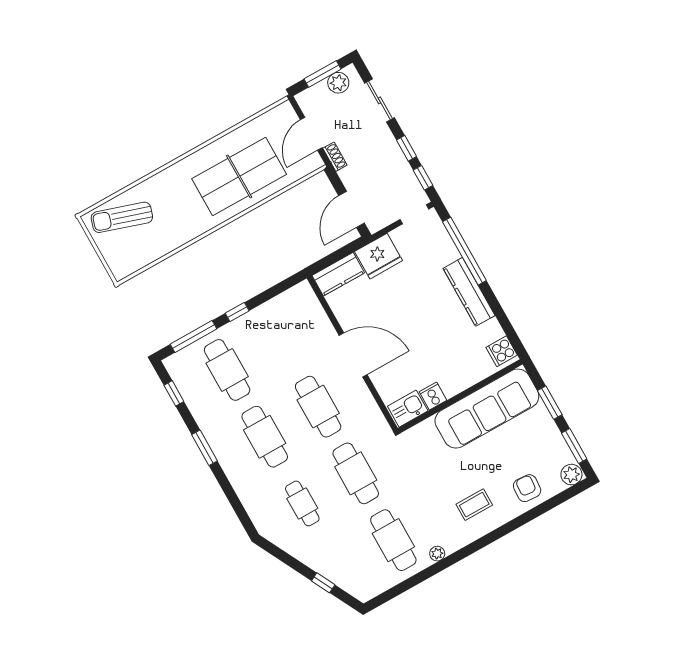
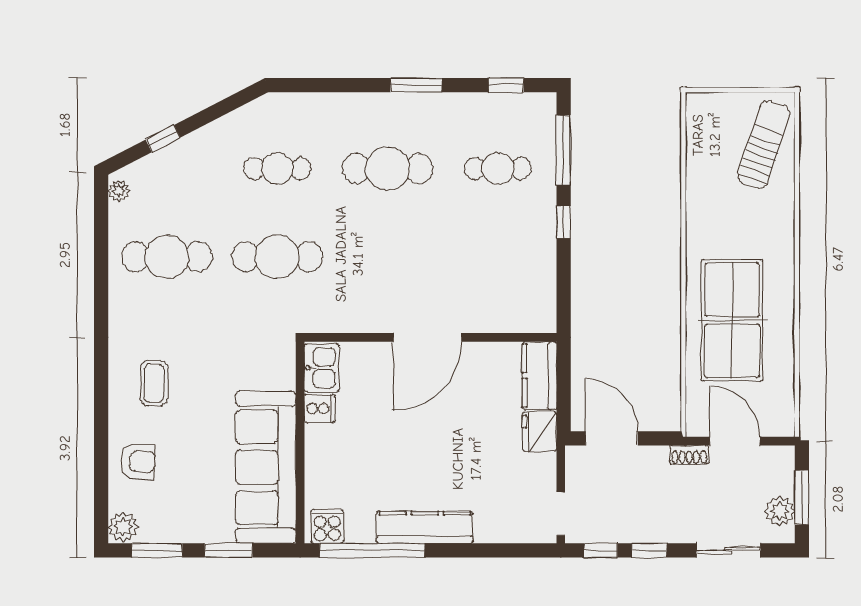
window: (464, 251) -> (372, 550), moved
fridge: (379, 256) -> (539, 432), width x0.73, depth x0.75
cafe table: (227, 370) -> (498, 169), width x0.73, depth x0.74
cafe table: (318, 407) -> (388, 257), removed
plant: (437, 554) -> (119, 191), moved

